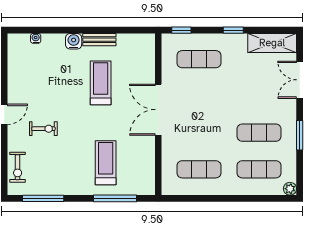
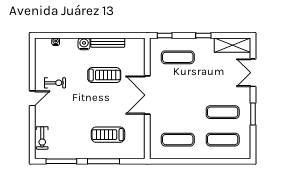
bench: (99, 40) -> (108, 43), width x1.36
treadmill: (101, 83) -> (104, 75), turned 90
exercise bike: (43, 129) -> (55, 83), moved
treadmill: (106, 163) -> (108, 135), turned -90
plant: (290, 189) -> (246, 154), removed
window: (115, 198) -> (103, 161), moved

